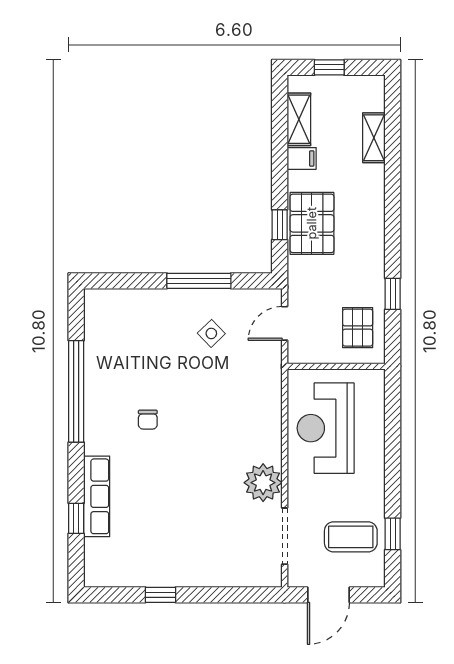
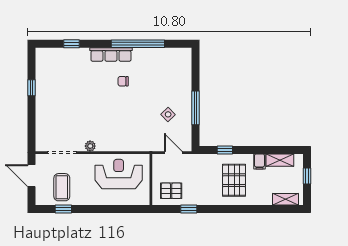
shelving: (374, 138) -> (286, 199), moved
pallet: (312, 223) -> (234, 180), moved, turned 90
plant: (263, 483) -> (90, 146), width x0.53, depth x0.53
row of seats: (97, 496) -> (111, 54), moved

